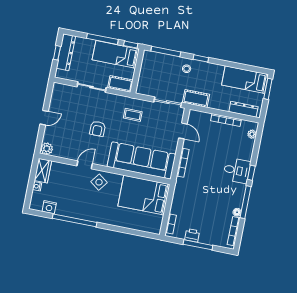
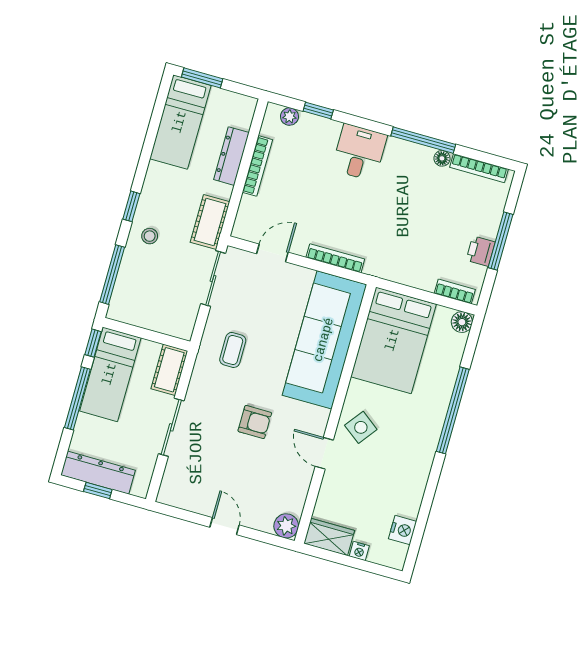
dresser: (243, 109) -> (231, 156), moved
window: (251, 173) -> (318, 111), moved
window: (75, 220) -> (453, 410), moved
floor lamp: (156, 229) -> (462, 322), added

